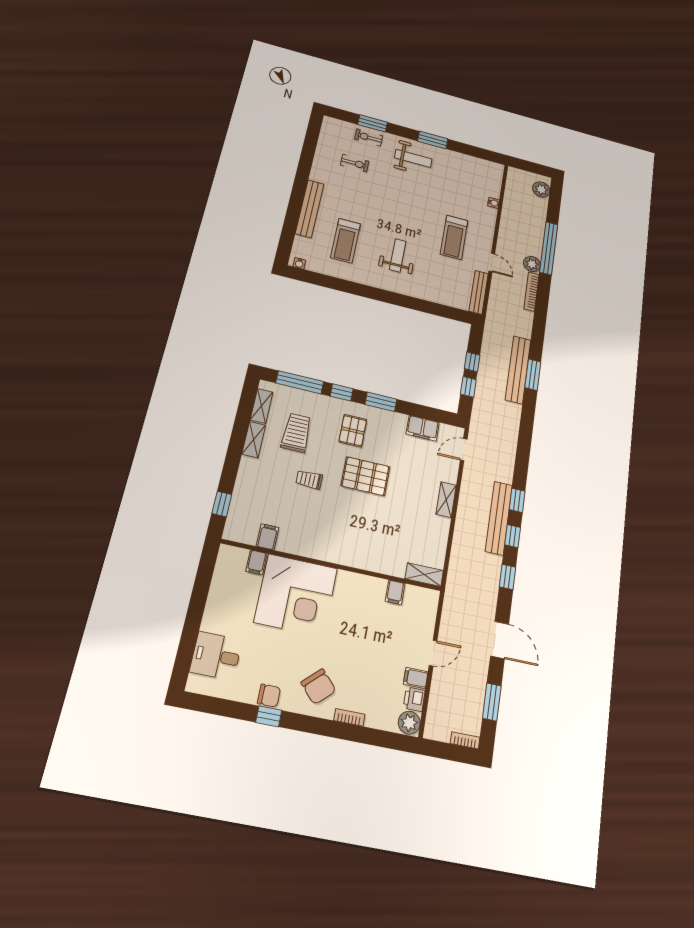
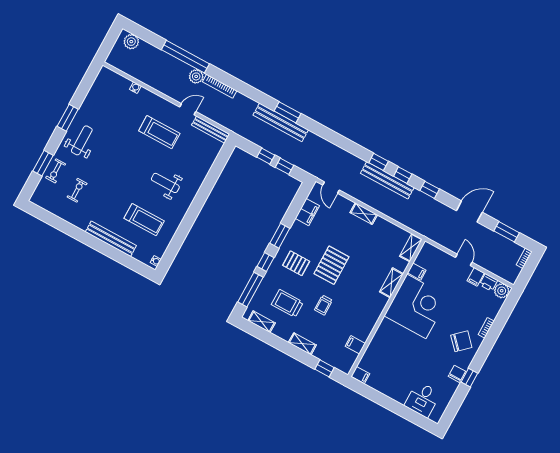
shelving: (254, 440) -> (302, 344), moved
filing cabinet: (256, 562) -> (360, 375), moved
shelving: (369, 562) -> (391, 283), added
corner desk: (296, 595) -> (416, 306), moved

